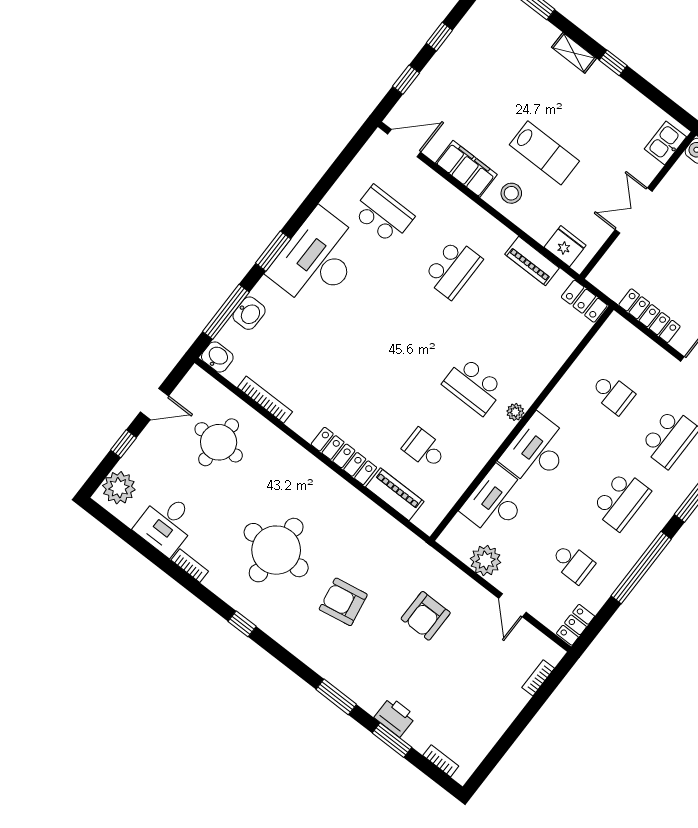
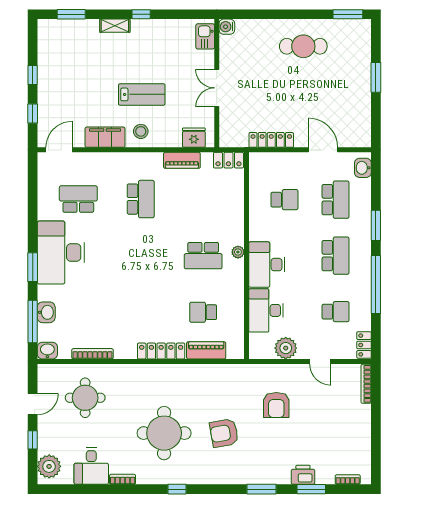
bookcase: (538, 678) -> (366, 384), width x1.56

